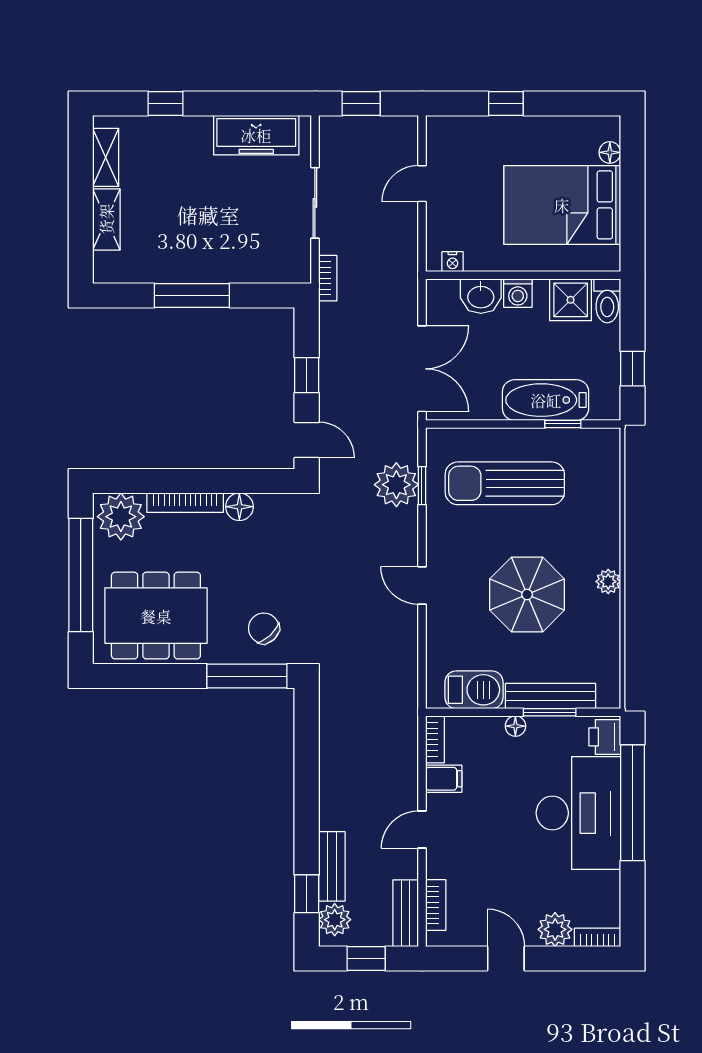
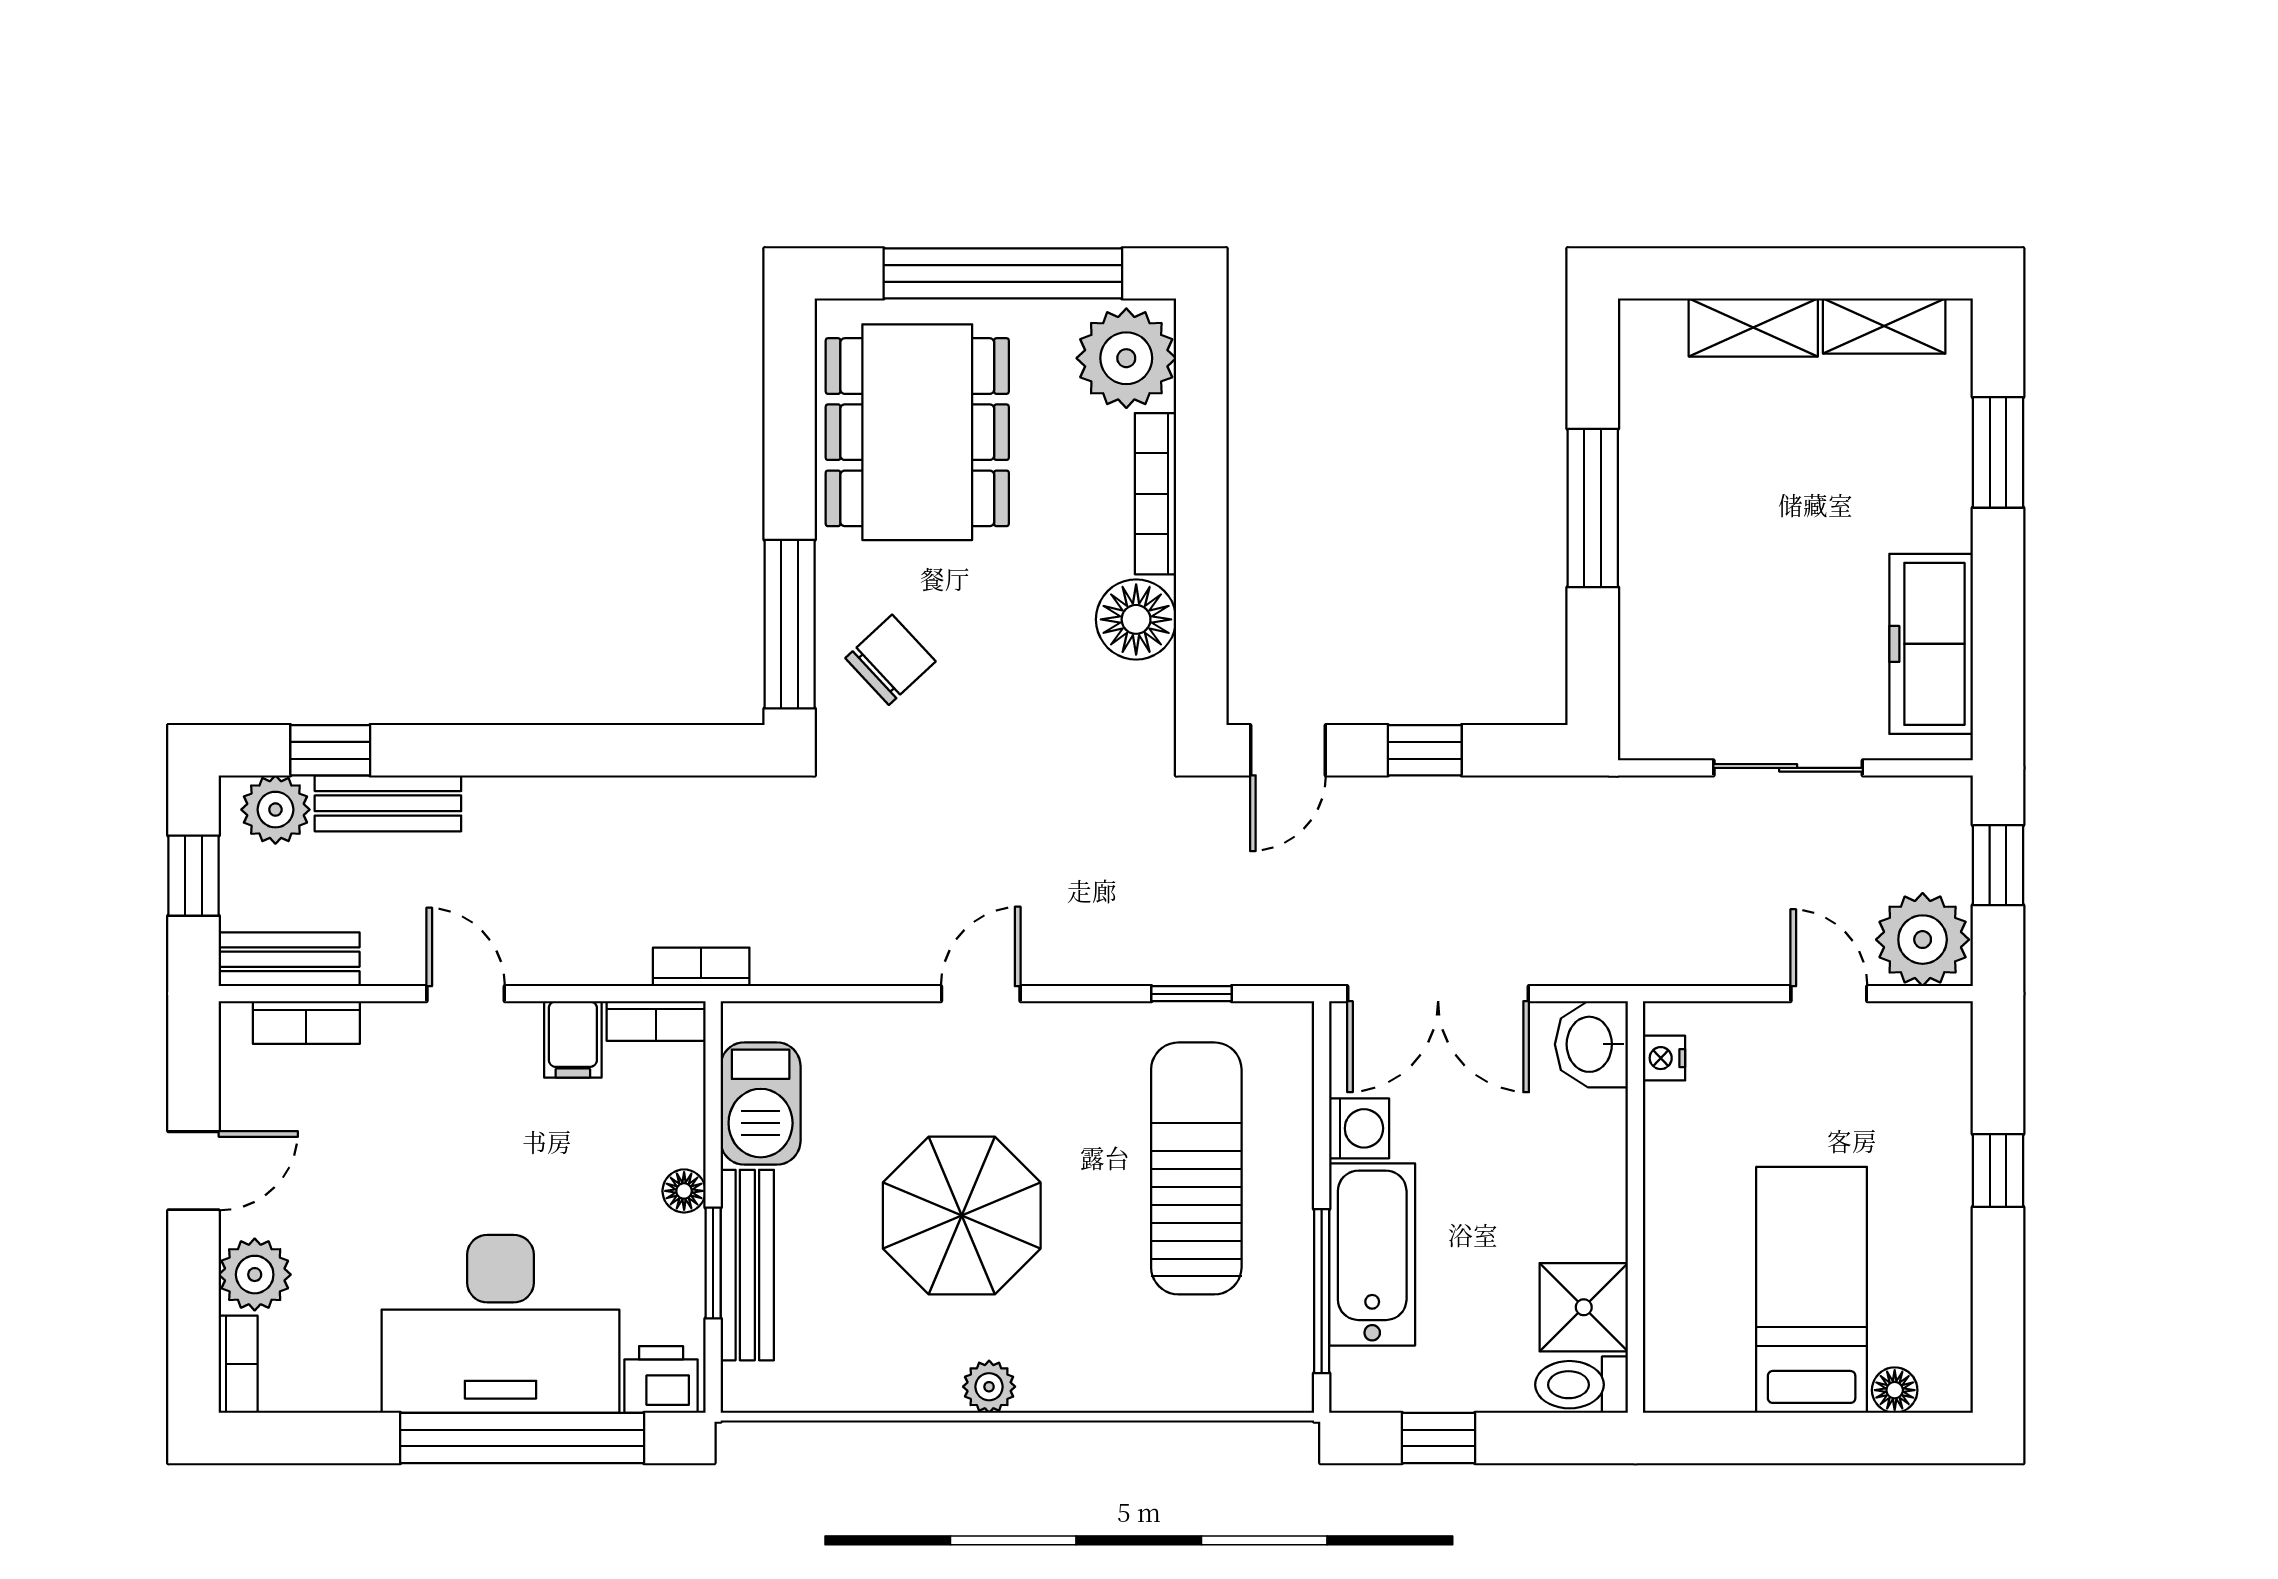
window: (166, 103) -> (1998, 452), width x1.50
bed: (562, 205) -> (1812, 1290), width x0.67
bookcase: (328, 278) -> (701, 967), moved, turned 180
washing machine: (518, 293) -> (1359, 1128), moved, turned 180
washbasin: (481, 296) -> (1591, 1044), moved
window: (563, 424) -> (1322, 1291), width x2.17
plant: (396, 485) -> (1923, 940), moved
floor lamp: (239, 507) -> (1136, 619), width x1.38, depth x1.38

